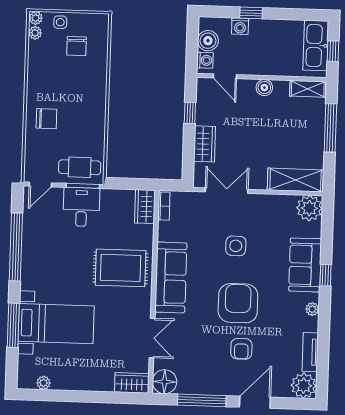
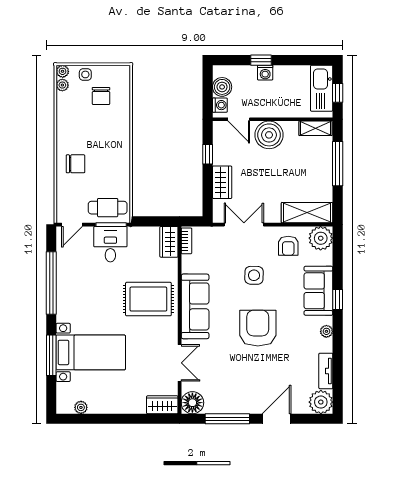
washing machine: (240, 26) -> (265, 73), moved
boiler: (264, 88) -> (269, 135), width x1.86, depth x1.86
armchair: (241, 349) -> (288, 246), moved

